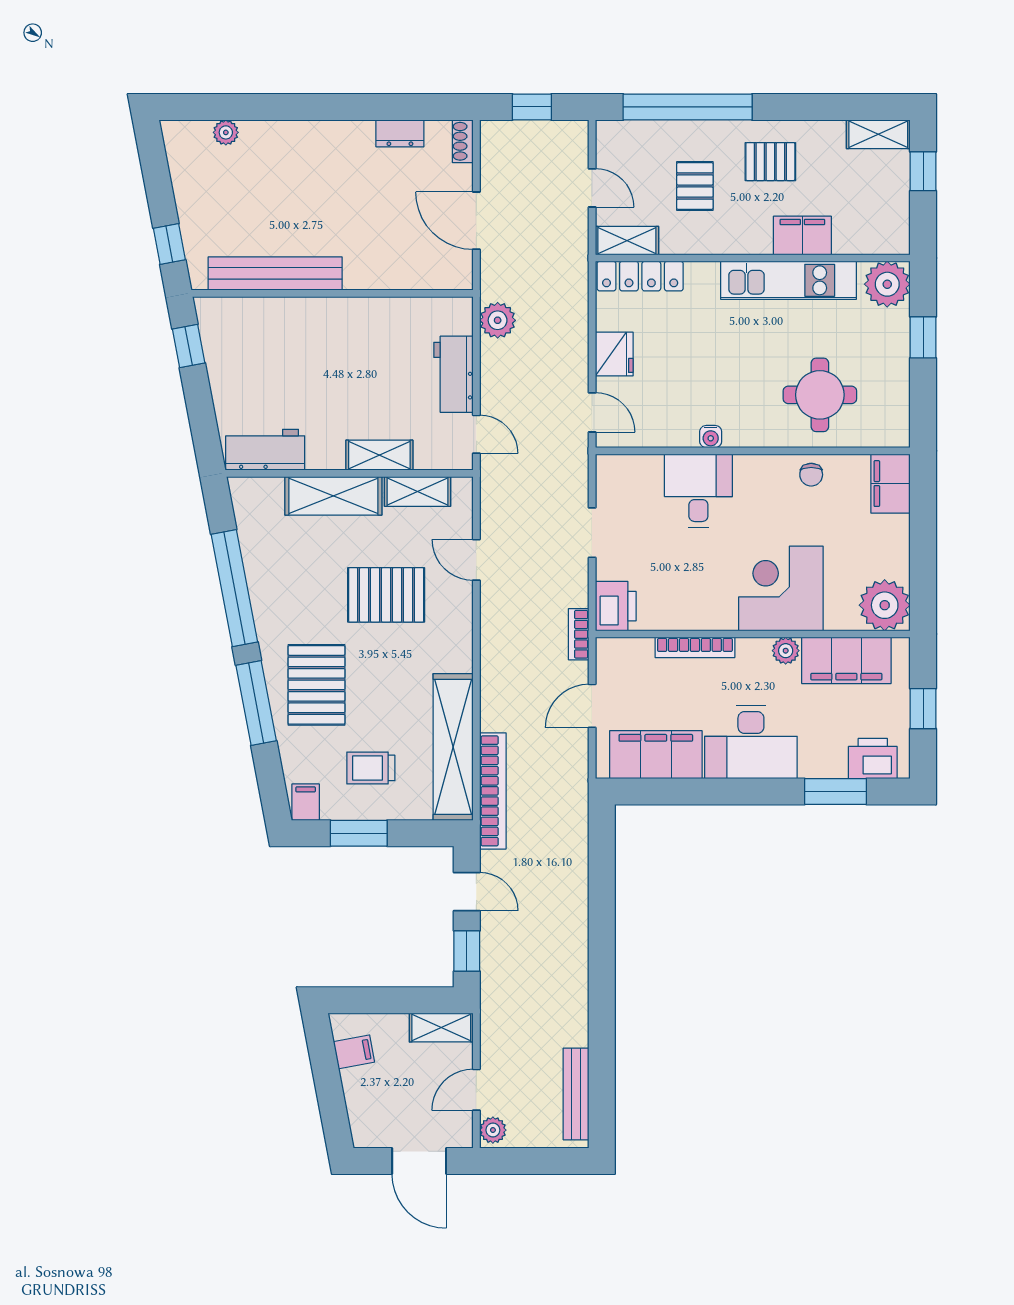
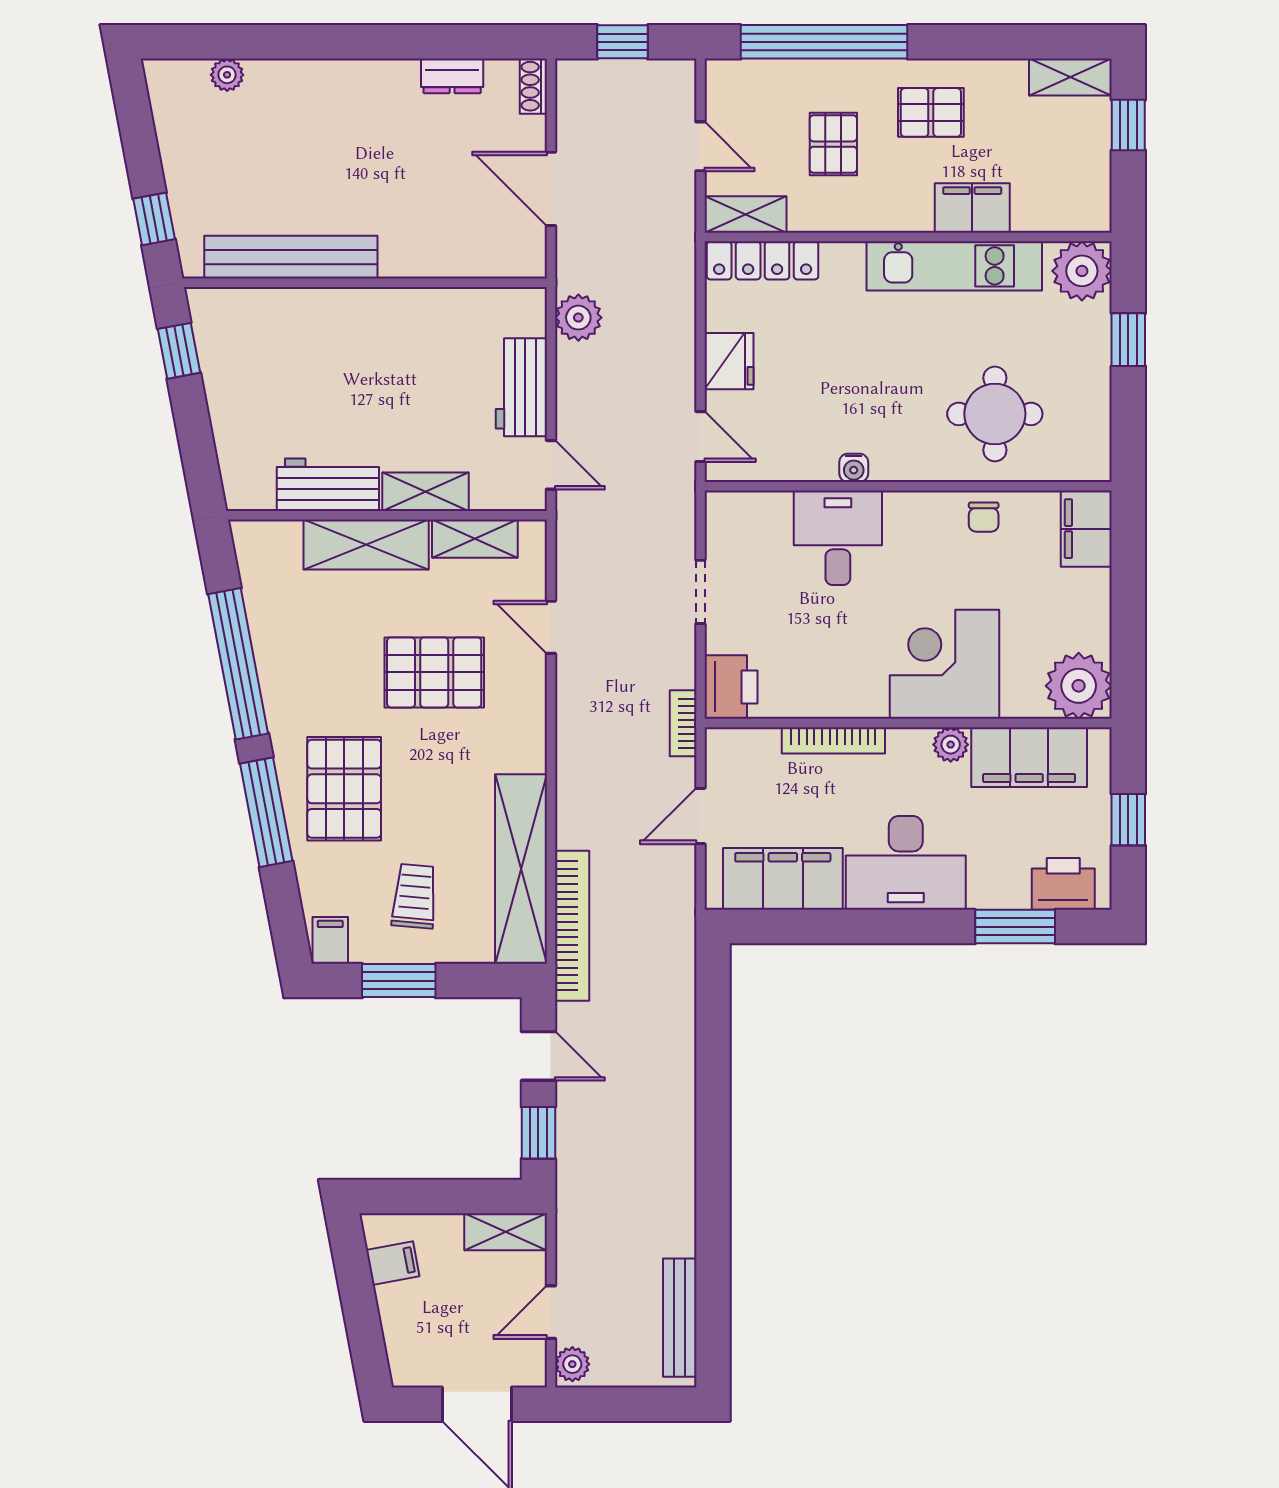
workbench: (265, 450) -> (328, 485), moved
trolley: (371, 768) -> (415, 896), turned 95

